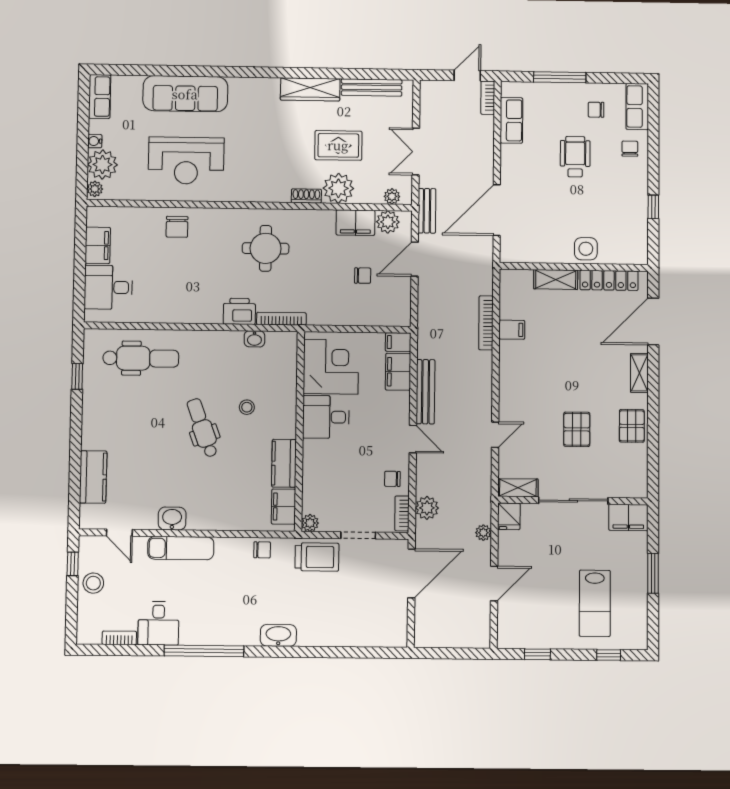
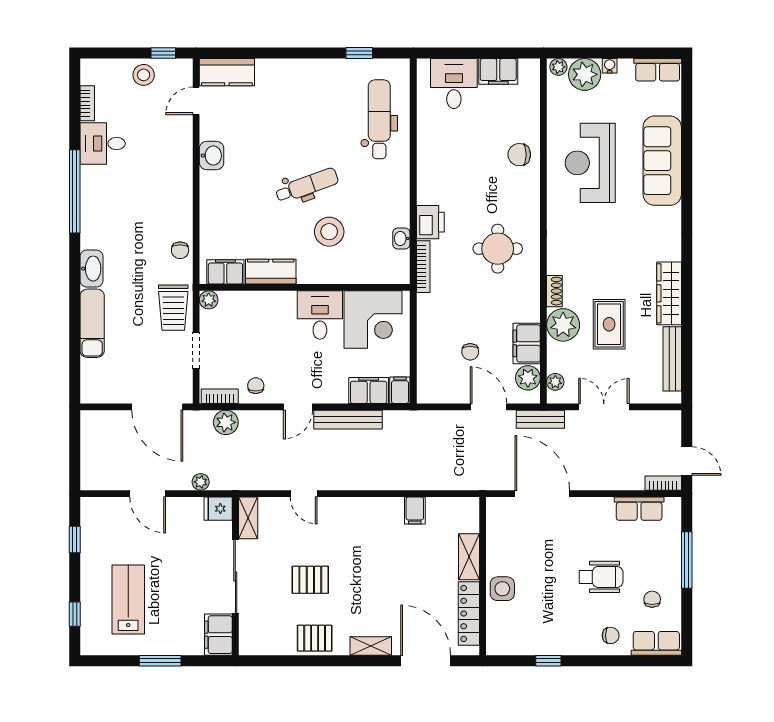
bookcase: (486, 323) -> (422, 483), removed
dental chair: (141, 358) -> (379, 119), turned 180
stool: (247, 407) -> (329, 232), width x1.89, depth x1.89
kitchen counter: (93, 477) -> (227, 72), moved
exam couch: (181, 548) -> (92, 323), moved, turned 180
lab bench: (595, 603) -> (128, 599), turned 90

